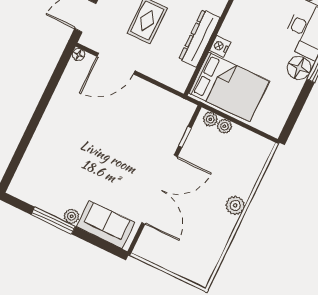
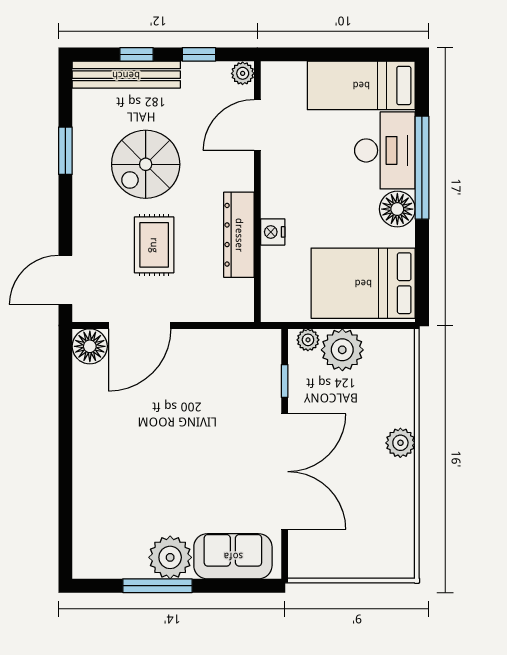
floor lamp: (78, 55) -> (90, 346), width x1.89, depth x1.89
bed: (229, 87) -> (363, 283), moved, turned 180
plant: (224, 126) -> (342, 350), width x1.88, depth x1.88
plant: (72, 216) -> (170, 557), width x1.88, depth x1.88

